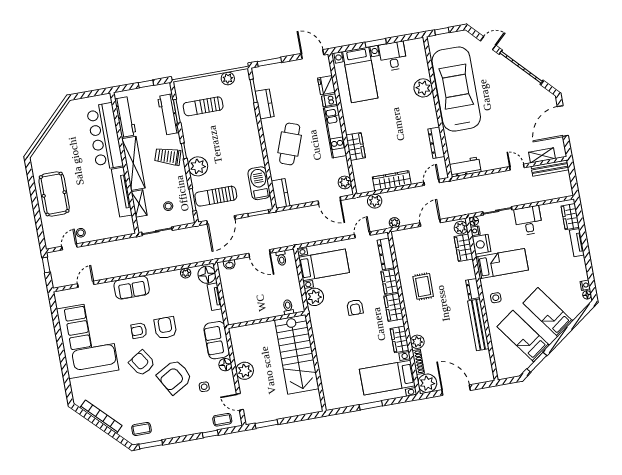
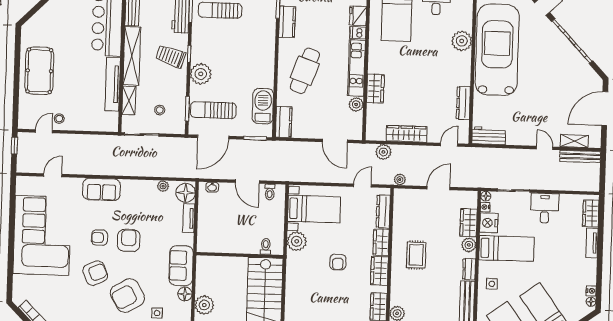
plant: (345, 182) -> (356, 104), moved
plant: (461, 228) -> (469, 245), moved
armchair: (142, 363) -> (95, 273), turned 99

